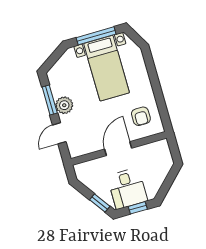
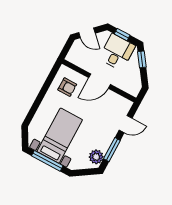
plant: (64, 105) -> (96, 157), moved
armchair: (141, 116) -> (67, 87), turned 90
door: (169, 180) -> (87, 33), added

